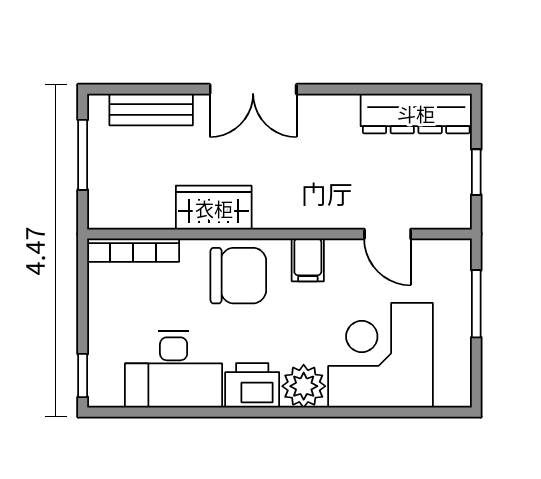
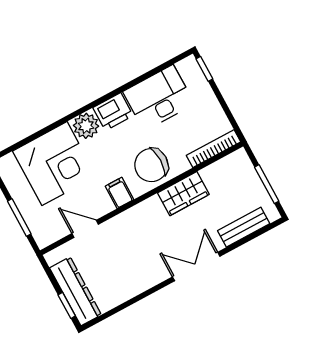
dresser: (416, 113) -> (76, 291), moved, turned 90
window: (476, 172) -> (67, 305), moved

